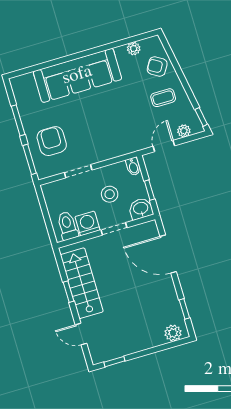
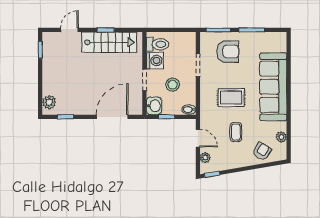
coffee table: (163, 98) -> (236, 132), moved
rug: (105, 121) -> (231, 98), added

